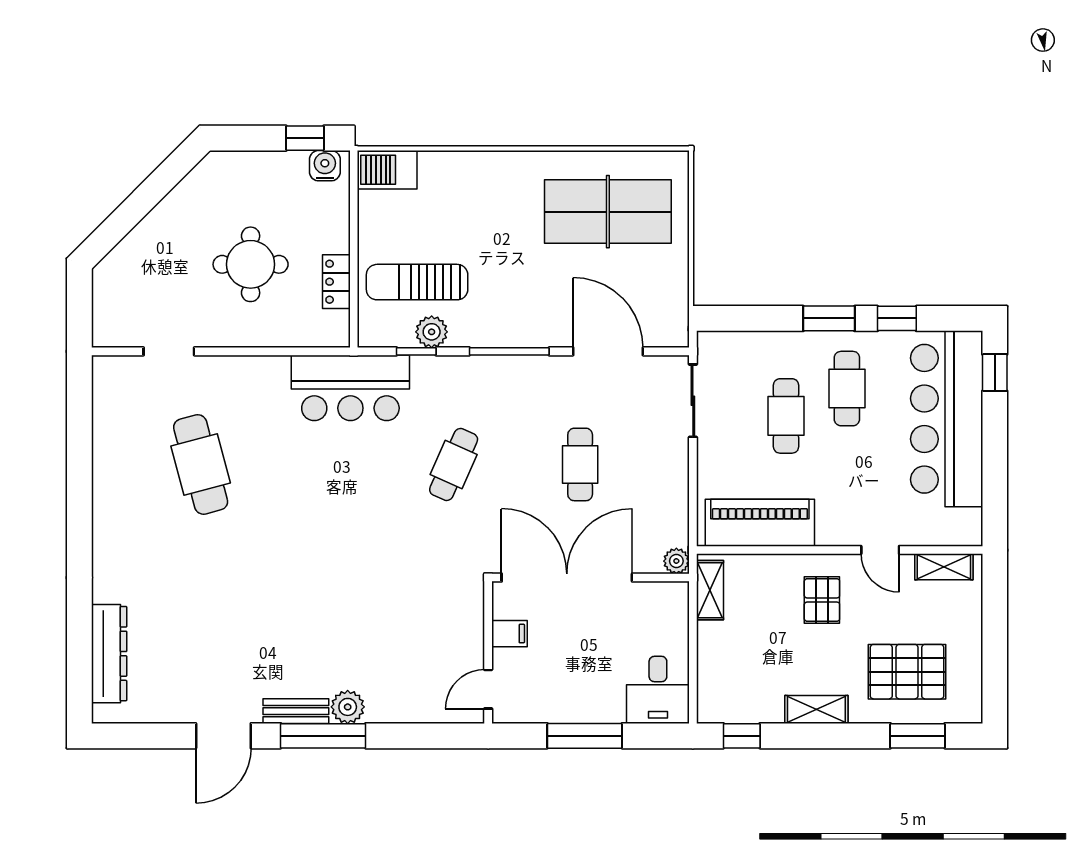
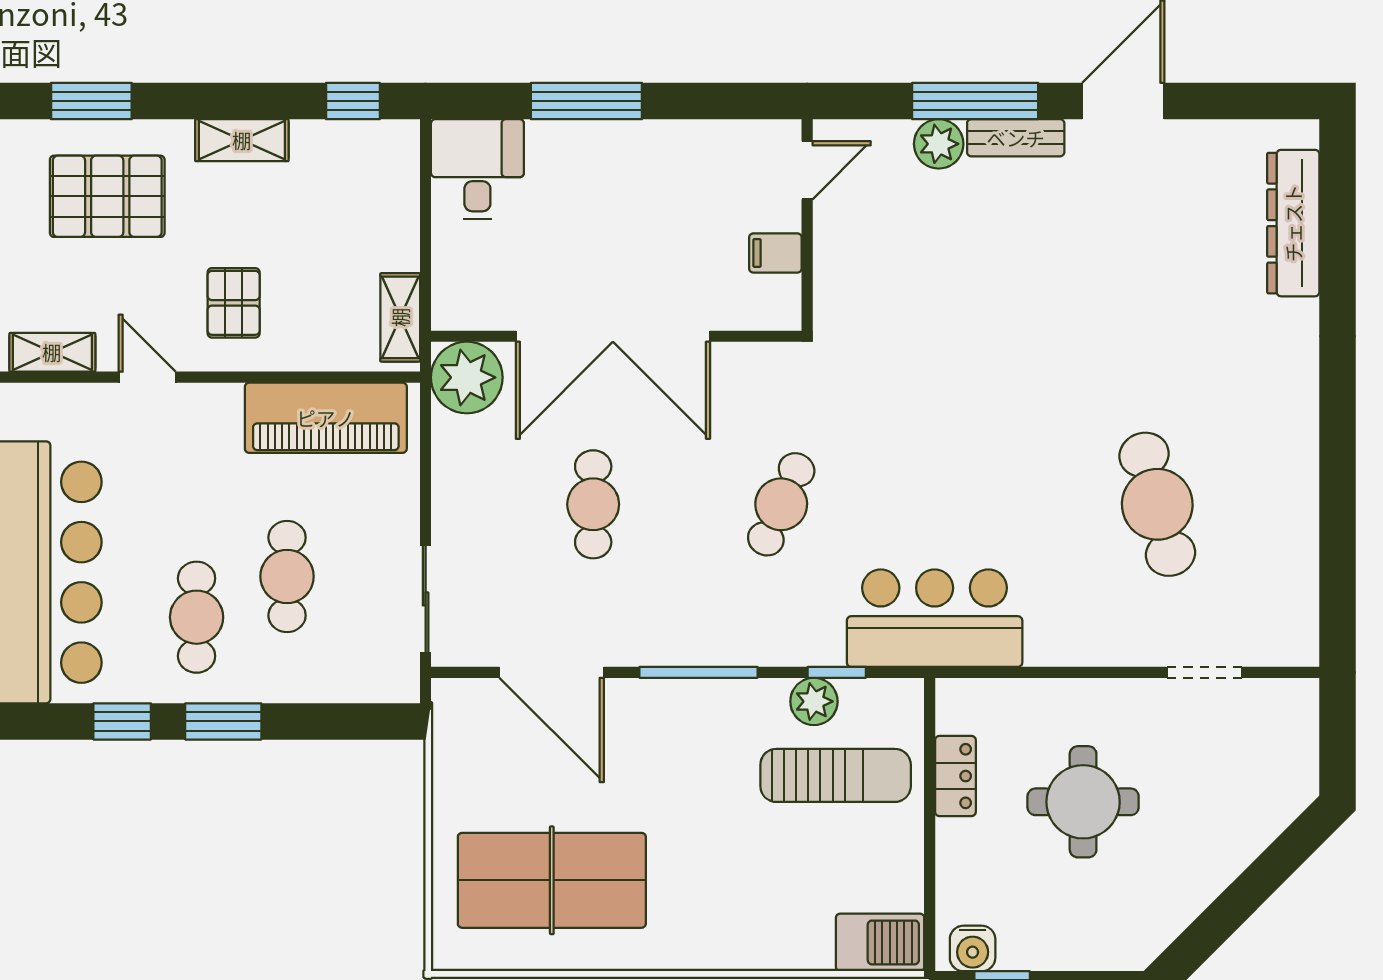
plant: (676, 561) -> (467, 377), width x1.88, depth x1.88
filing cabinet: (509, 634) -> (775, 253), moved
wall: (488, 652) -> (807, 225), moved
door: (488, 689) -> (807, 170), moved

